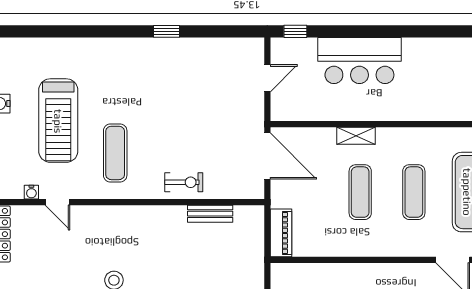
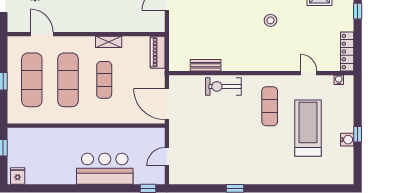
shelving: (356, 136) -> (109, 42), moved
exercise bike: (184, 182) -> (223, 86), width x1.38, depth x1.39
water cooler: (31, 192) -> (339, 80), moved
exercise mat: (414, 192) -> (68, 80), width x1.36, depth x1.45

